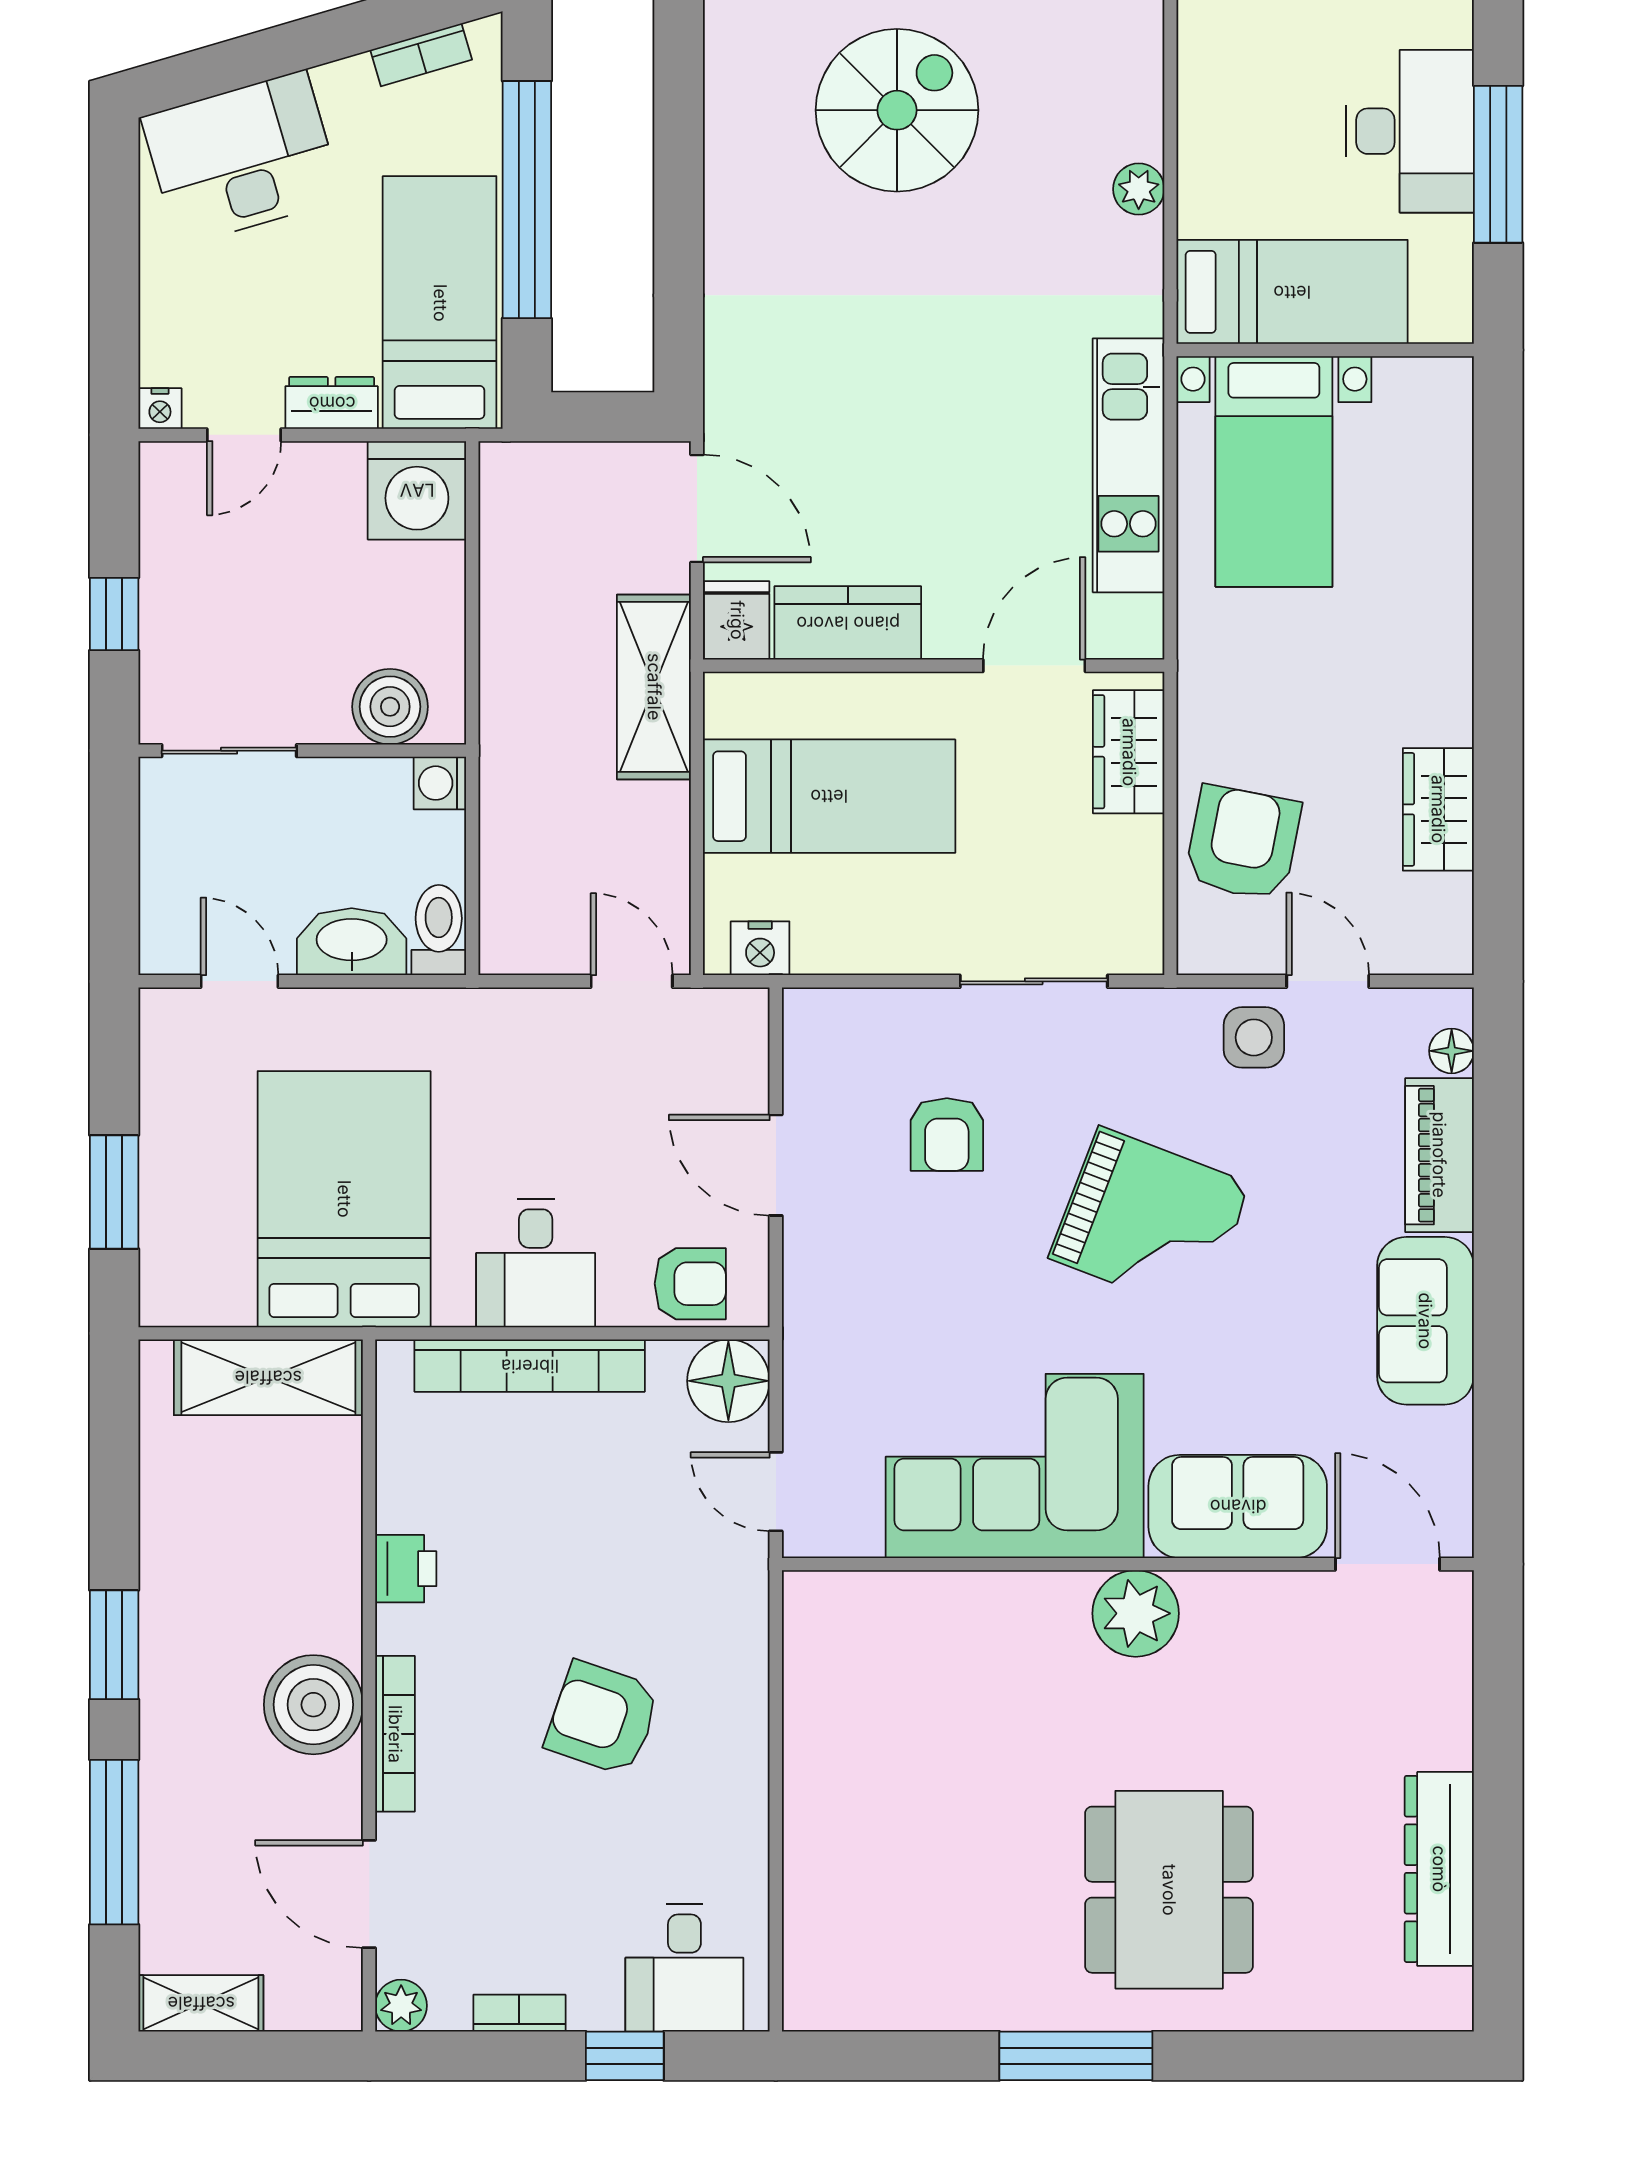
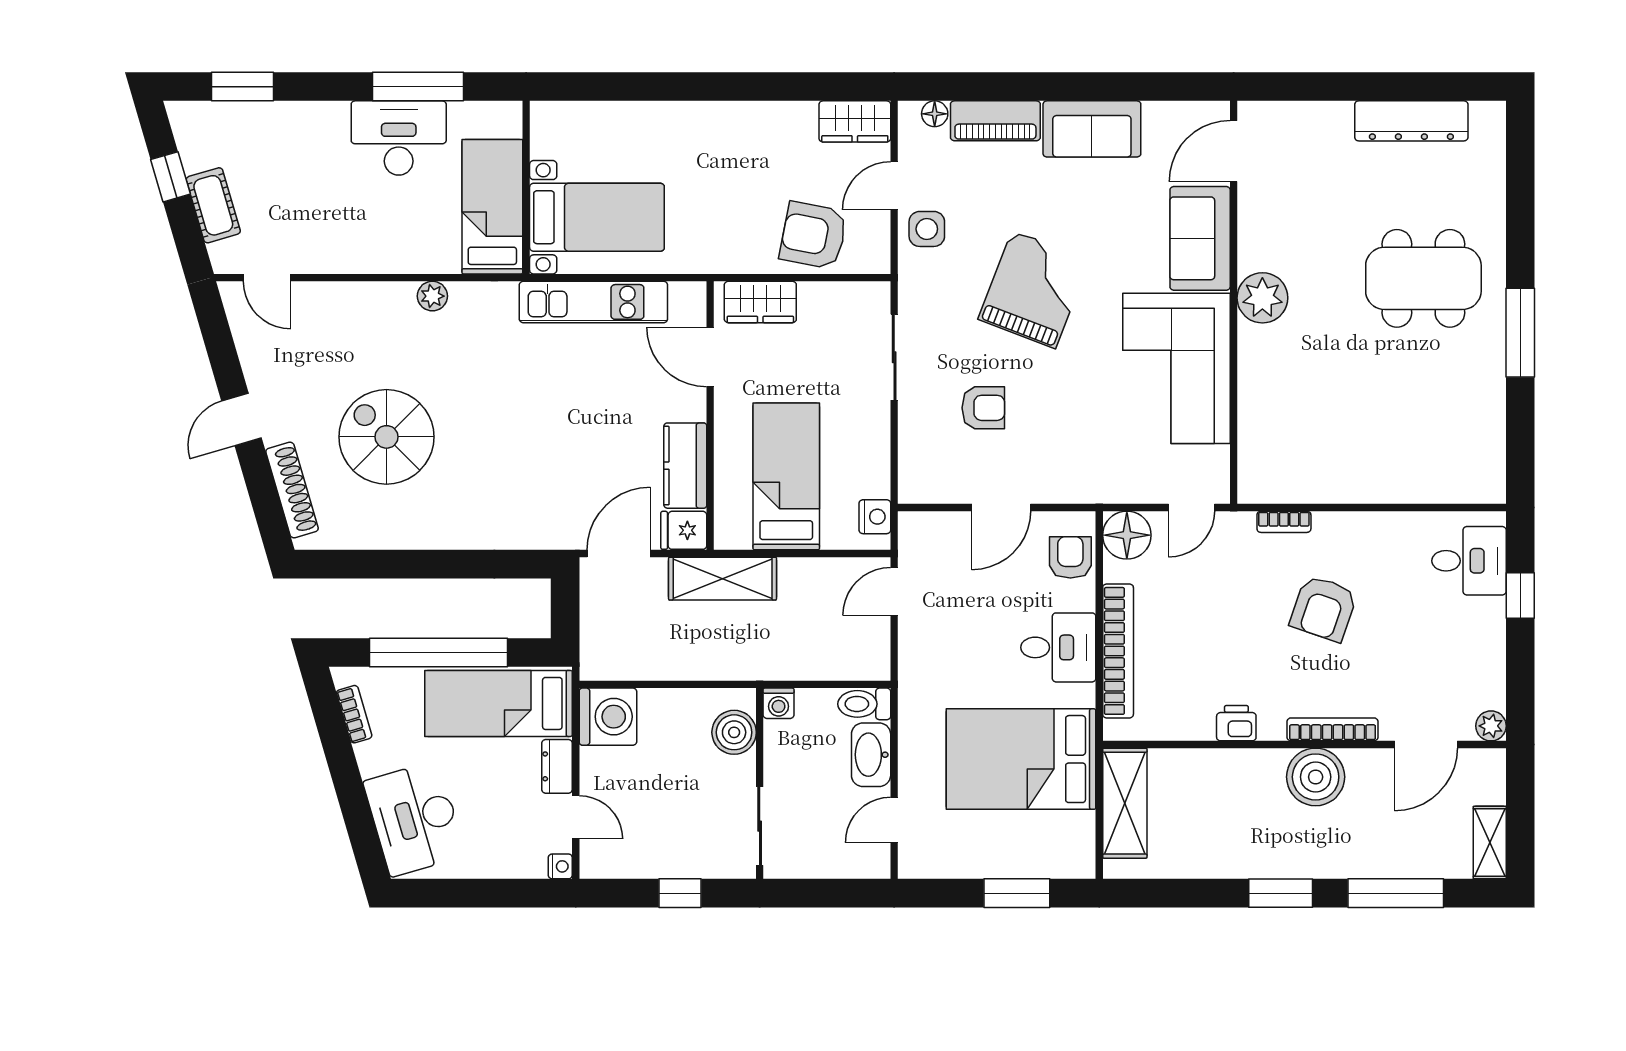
wardrobe: (1438, 809) -> (855, 121), moved
bookcase: (519, 2013) -> (1284, 522), moved, turned -90

